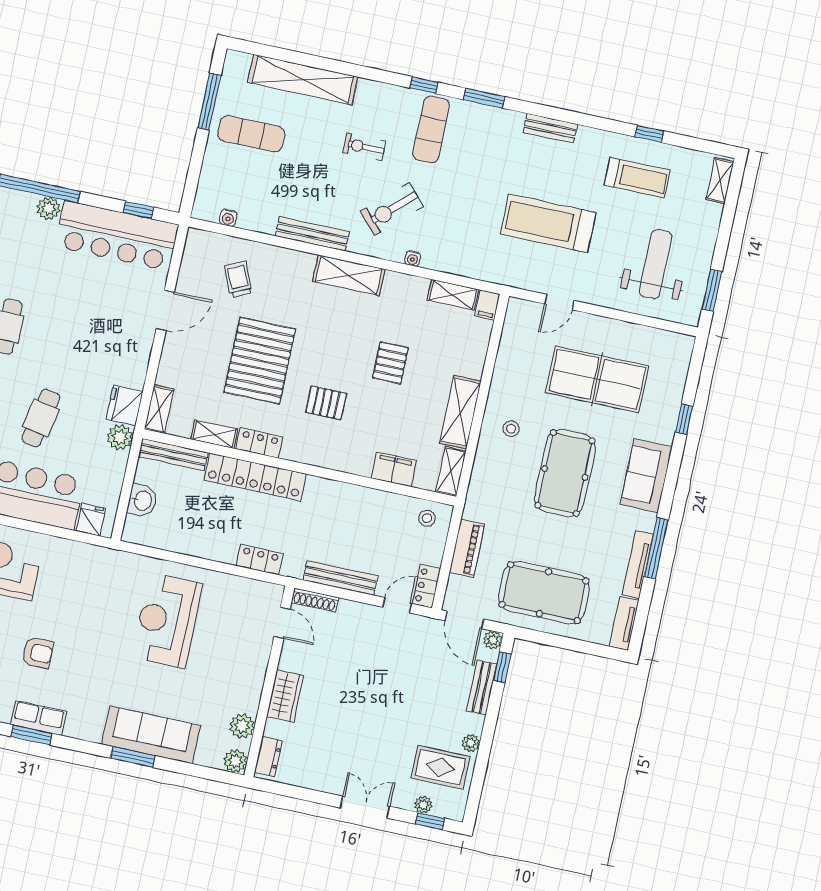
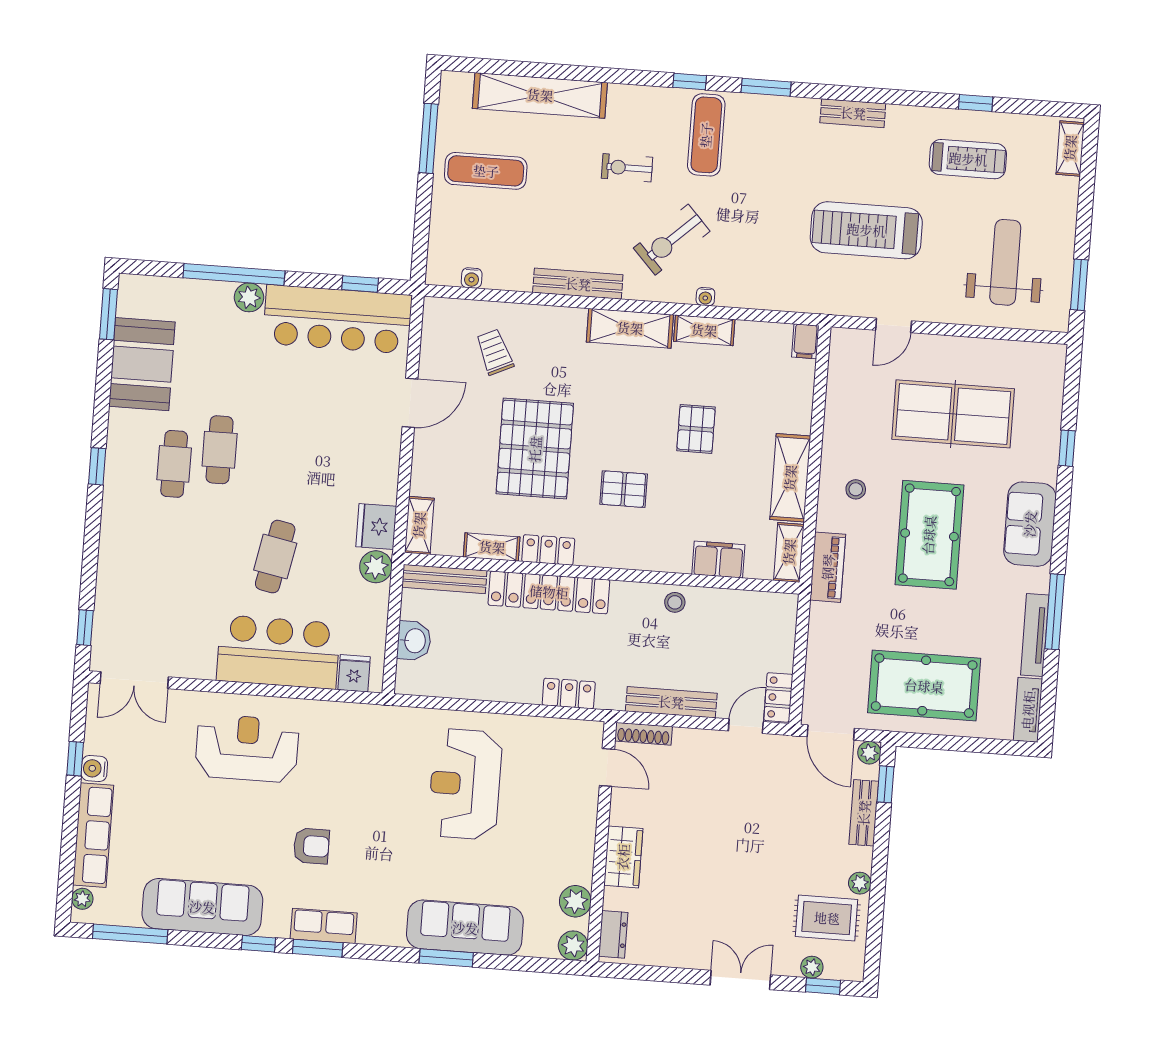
shelving: (453, 295) -> (704, 330), moved
stool: (427, 518) -> (675, 602), moved
piano: (467, 548) -> (828, 567), moved

